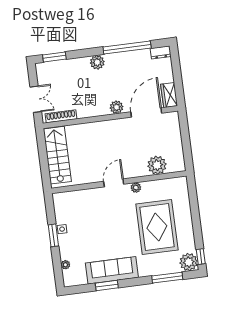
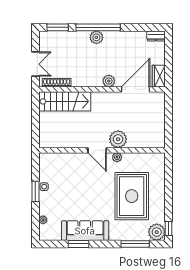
window: (127, 48) -> (98, 27), moved
stairs: (57, 155) -> (65, 101), moved, turned 90
plant: (157, 165) -> (118, 139), moved
door: (114, 183) -> (97, 150), swing flipped

